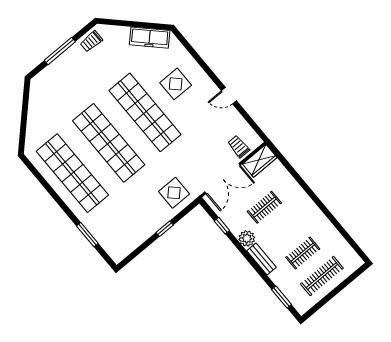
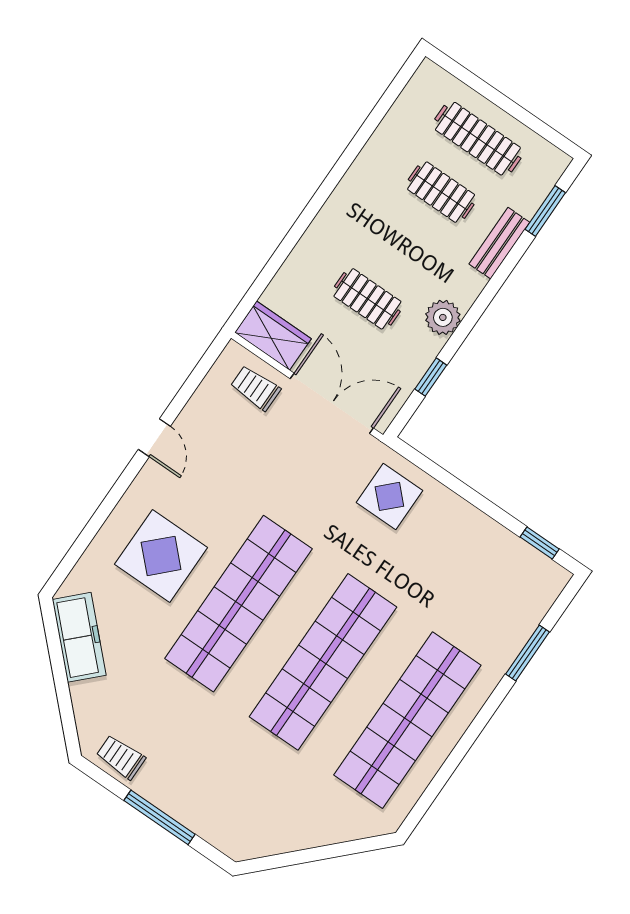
trolley: (91, 41) -> (121, 757), turned 180
display table: (176, 84) -> (161, 556), width x1.36, depth x1.36
trolley: (239, 147) -> (256, 388), turned 90
window: (165, 229) -> (540, 543), moved
bench: (261, 259) -> (499, 243), moved

